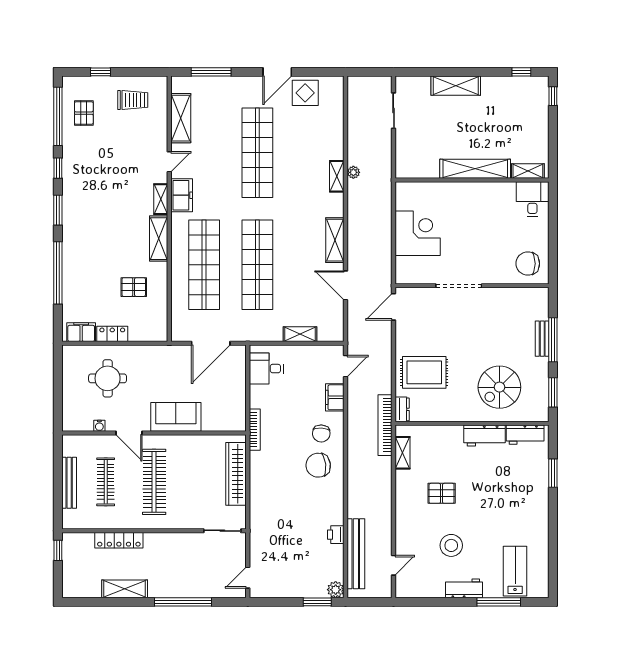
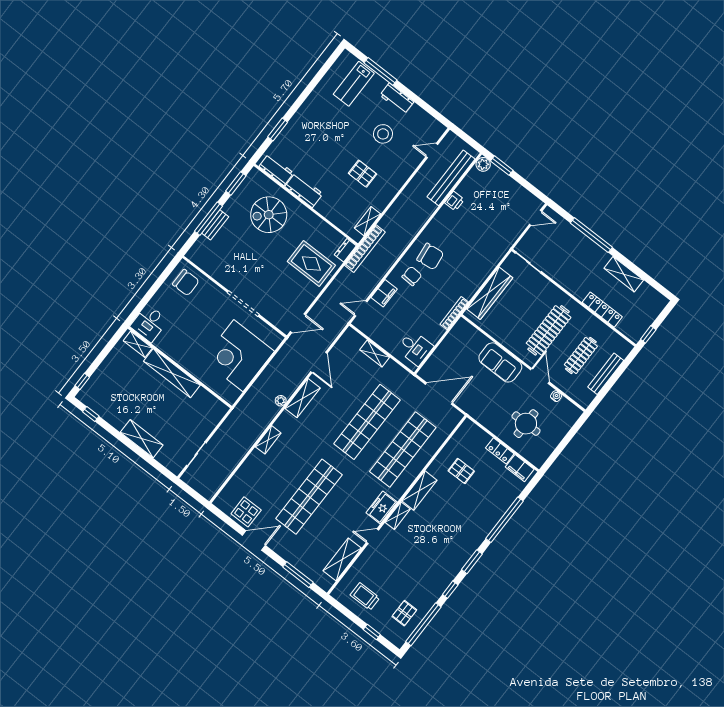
plant: (353, 172) -> (281, 401), moved
corner desk: (418, 233) -> (238, 356), width x1.36, depth x1.36
spiral stairs: (499, 387) -> (269, 215), turned 180

